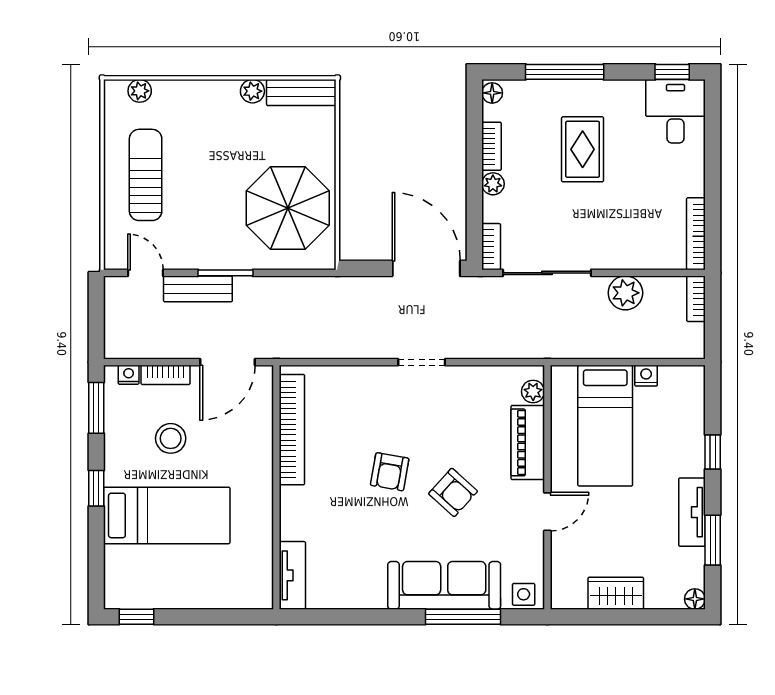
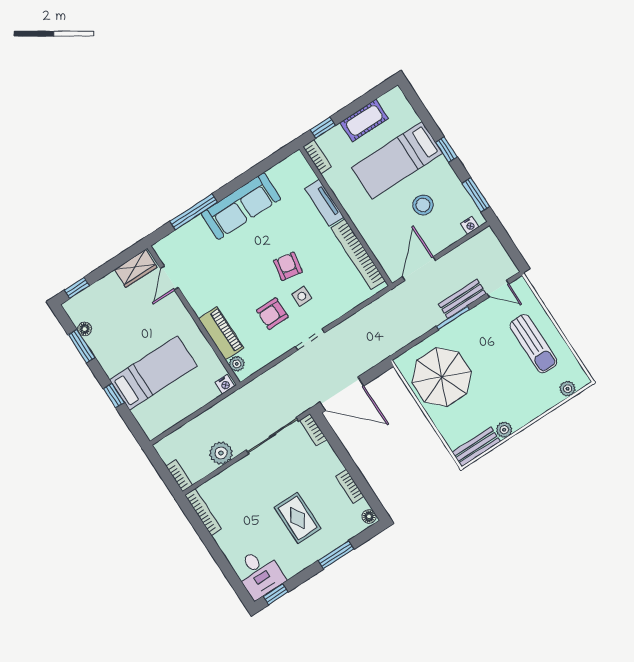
window: (565, 72) -> (336, 555), width x0.69
plant: (493, 184) -> (335, 466), removed
bookcase: (166, 375) -> (317, 157), moved, turned 90
nightstand: (646, 376) -> (225, 384), moved
bed: (605, 426) -> (153, 373), moved, turned 90
armchair: (453, 492) -> (272, 314), moved, turned -42
door: (547, 512) -> (169, 278), moved
tv unit: (692, 512) -> (103, 354), removed
tv unit: (292, 575) -> (324, 203), moved
sofa: (444, 585) -> (241, 206), moved
cot: (175, 592) -> (364, 120), added
wardrobe: (616, 593) -> (136, 268), moved
side table: (524, 594) -> (302, 296), moved
floor lamp: (695, 599) -> (85, 329), moved
window: (136, 617) -> (323, 128), moved
window: (671, 617) -> (77, 288), added

